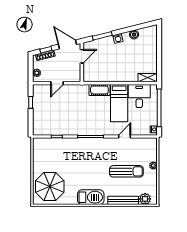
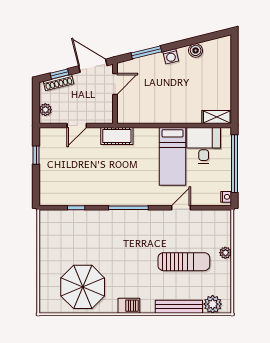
cot: (99, 90) -> (117, 136), moved
parasol: (50, 186) -> (83, 287), moved
barbecue: (91, 197) -> (129, 306), width x0.53, depth x0.65

